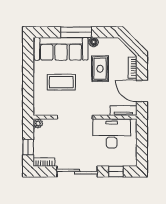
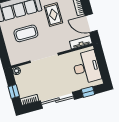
desk: (112, 133) -> (86, 67), moved, turned 90

